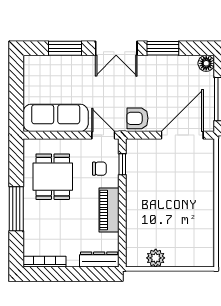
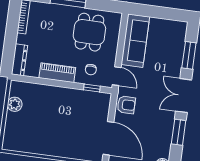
armchair: (137, 118) -> (126, 105), turned 90
door: (103, 135) -> (117, 76), hinge flipped
dining table: (53, 177) -> (89, 32), turned 90

